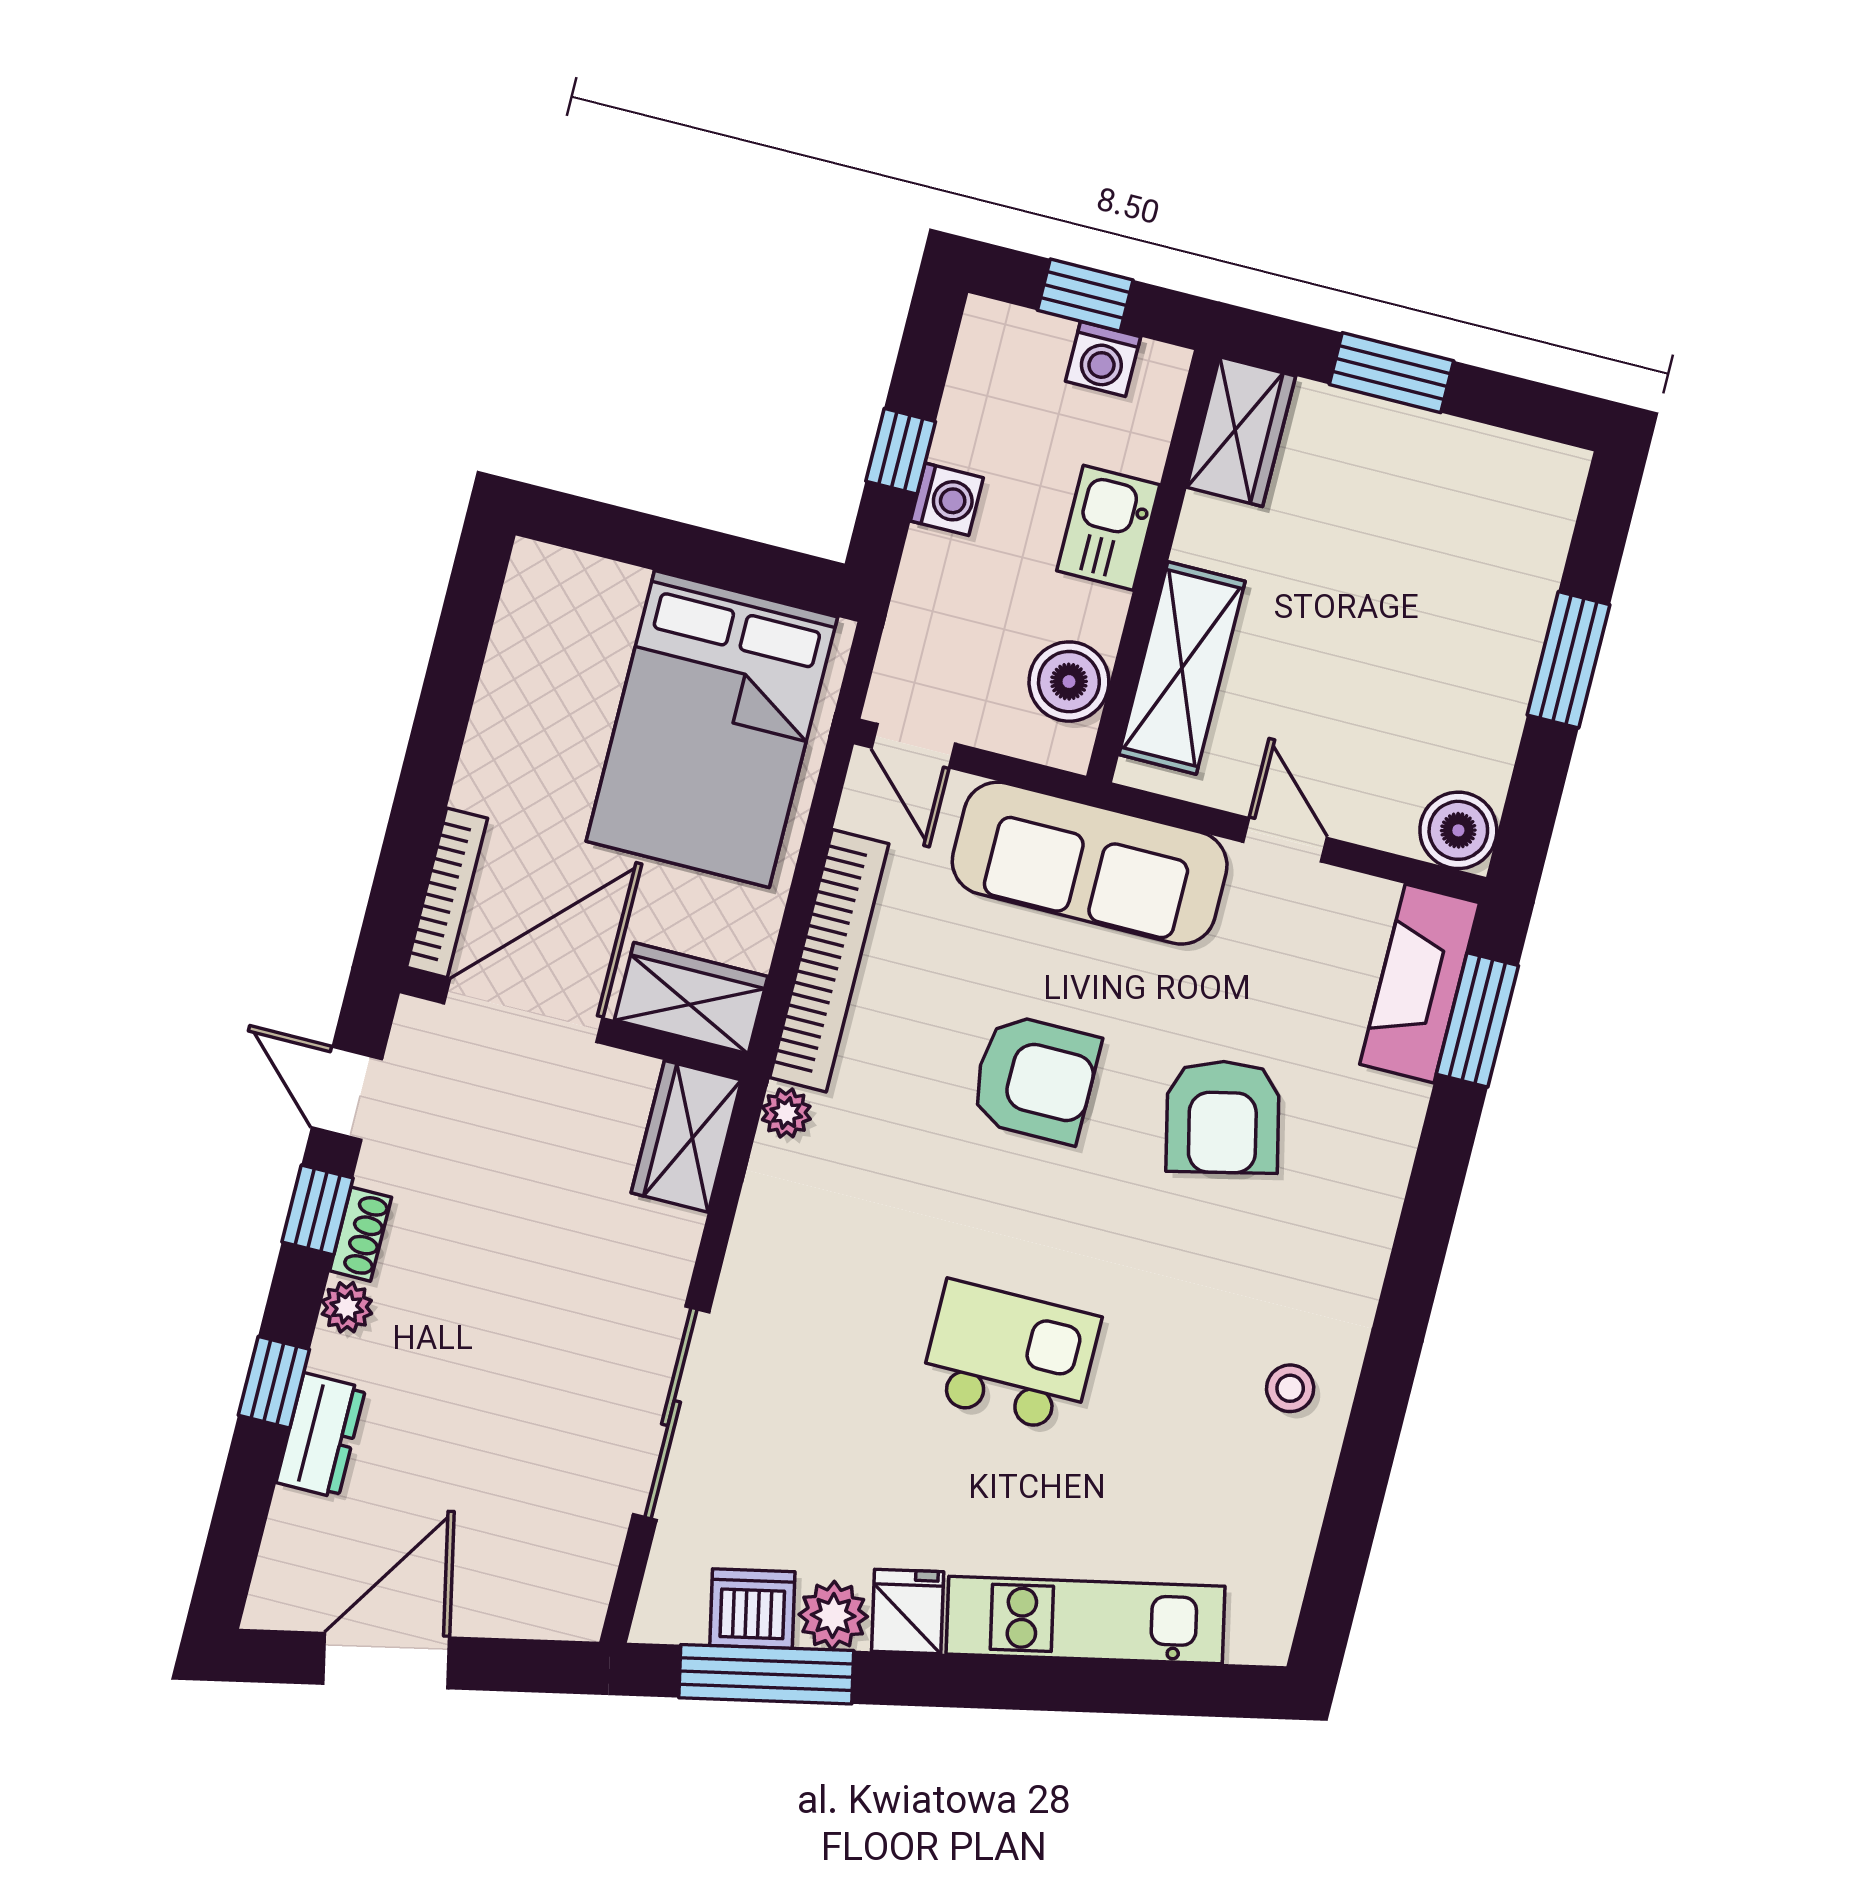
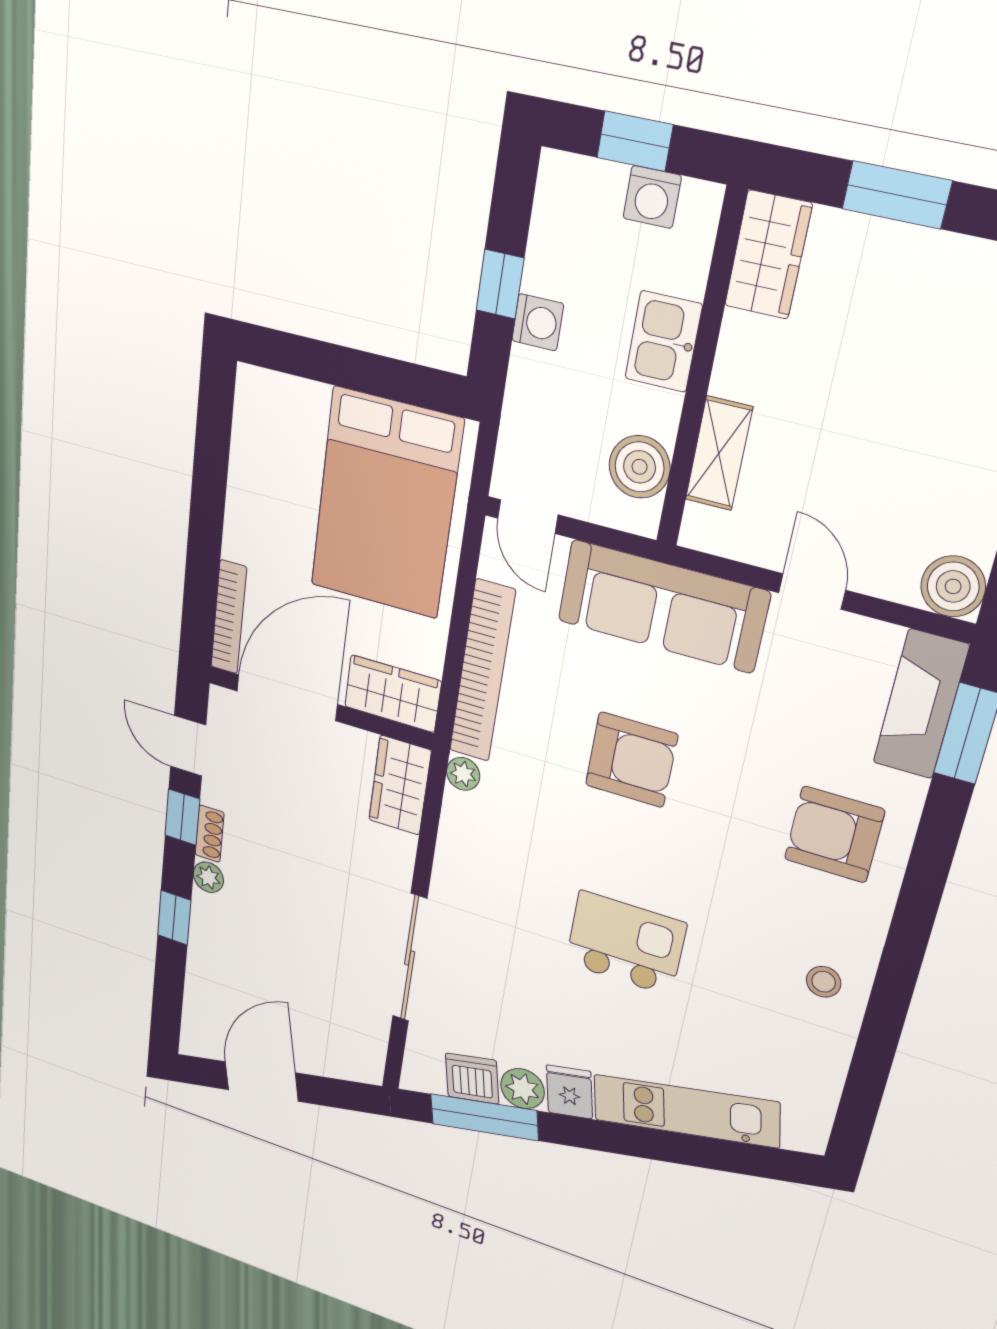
shelving: (1182, 668) -> (719, 453), width x0.67, depth x0.75
armchair: (1223, 1117) -> (834, 835), moved, turned 103
dresser: (321, 1435) -> (206, 951), removed

